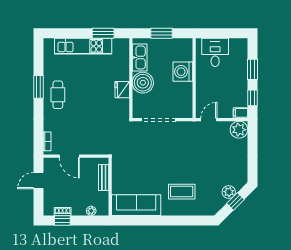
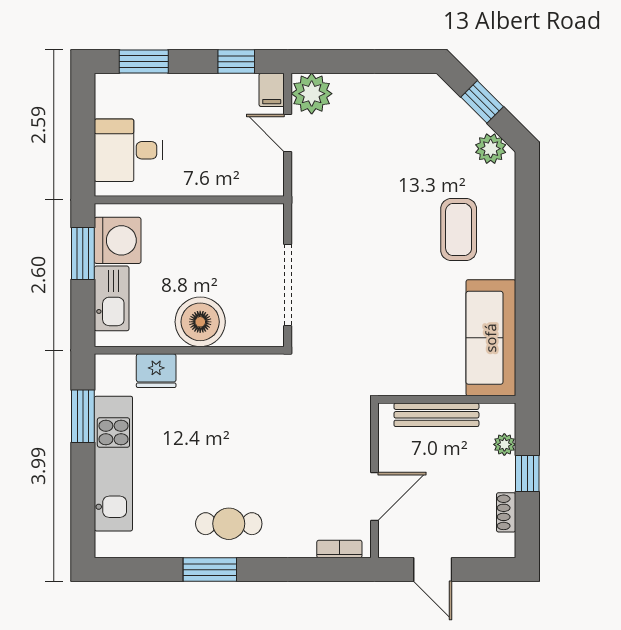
window: (161, 33) -> (83, 253), moved
kitchen sink: (140, 58) -> (112, 298), moved, turned 90
window: (252, 69) -> (144, 62), moved
washing machine: (183, 72) -> (118, 240), moved, turned -90
fridge: (122, 90) -> (156, 371), moved
door: (209, 120) -> (288, 133), moved
bench: (104, 177) -> (436, 415), width x1.36
plant: (229, 192) -> (491, 149), moved
window: (62, 220) -> (527, 474), moved

